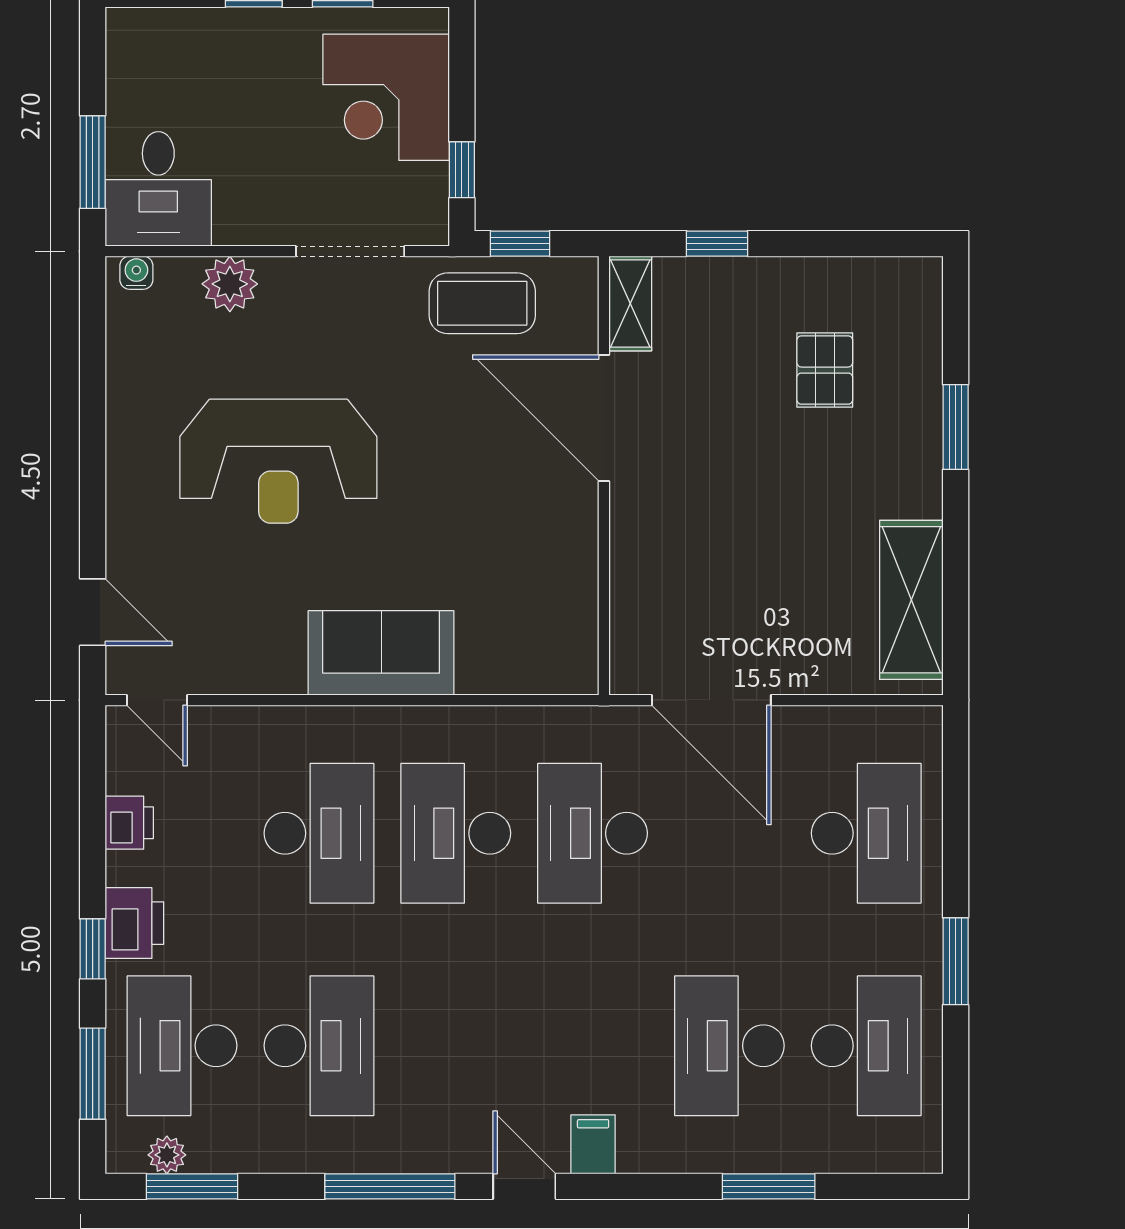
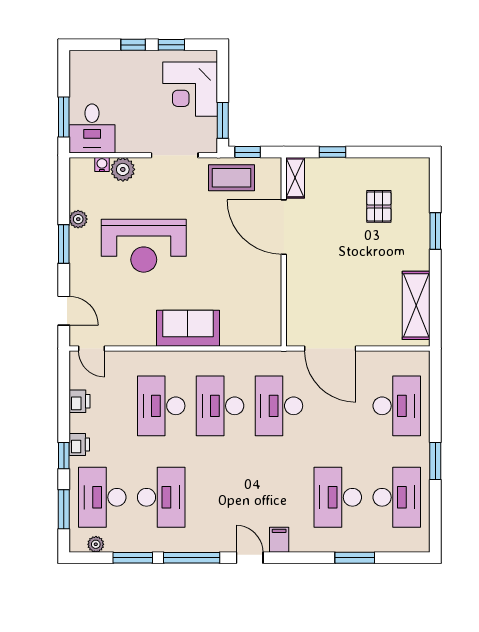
window: (462, 170) -> (223, 120), width x1.50
water cooler: (136, 273) -> (102, 165), moved
plant: (126, 399) -> (78, 219), added
window: (93, 457) -> (64, 244), added
desk: (319, 833) -> (161, 406), turned 180
printer: (134, 923) -> (79, 444), width x0.73, depth x0.81
window: (192, 1186) -> (133, 558), moved

